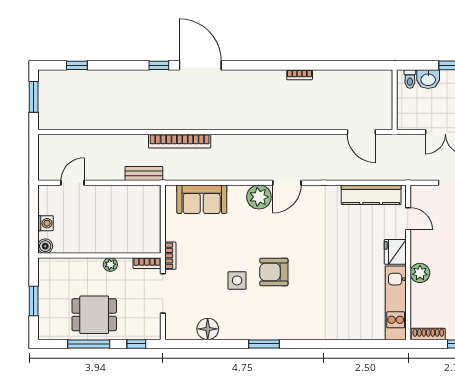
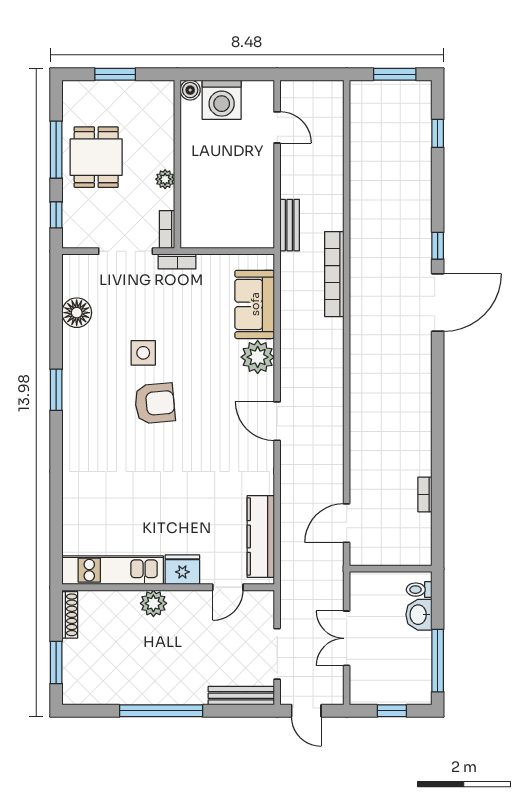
bookcase: (300, 75) -> (425, 494), moved
plant: (259, 197) -> (258, 357), moved
washing machine: (45, 223) -> (222, 100), width x1.89, depth x1.89
armchair: (274, 272) -> (155, 403), turned 85

